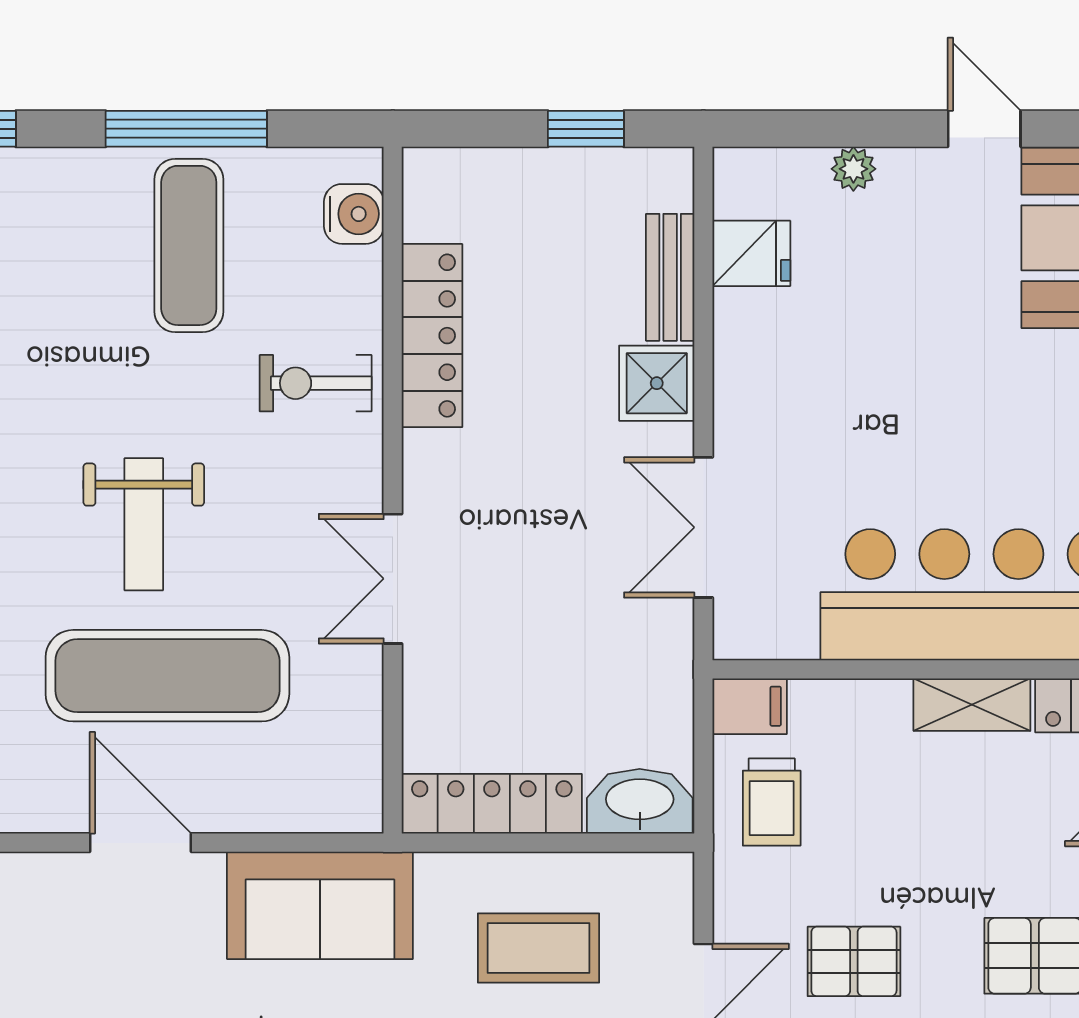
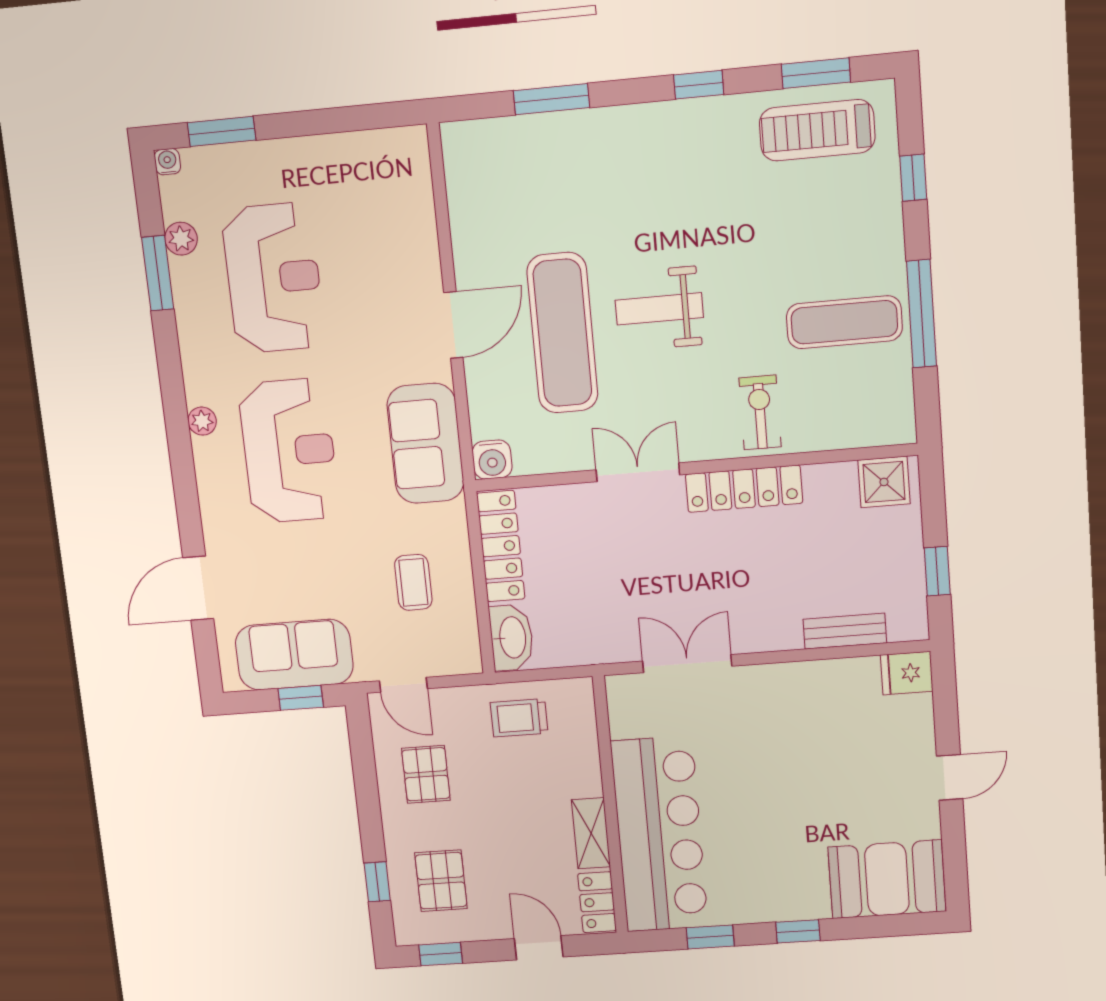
door: (984, 129) -> (950, 777), moved
plant: (853, 169) -> (922, 739), removed
water cooler: (354, 214) -> (492, 460), moved
fridge: (751, 253) -> (907, 673), moved, turned 90
locker: (432, 336) -> (744, 489), moved
shower: (657, 383) -> (884, 482), moved
filing cabinet: (750, 706) -> (577, 700), removed
coffee table: (538, 948) -> (413, 582), width x0.73, depth x0.77

